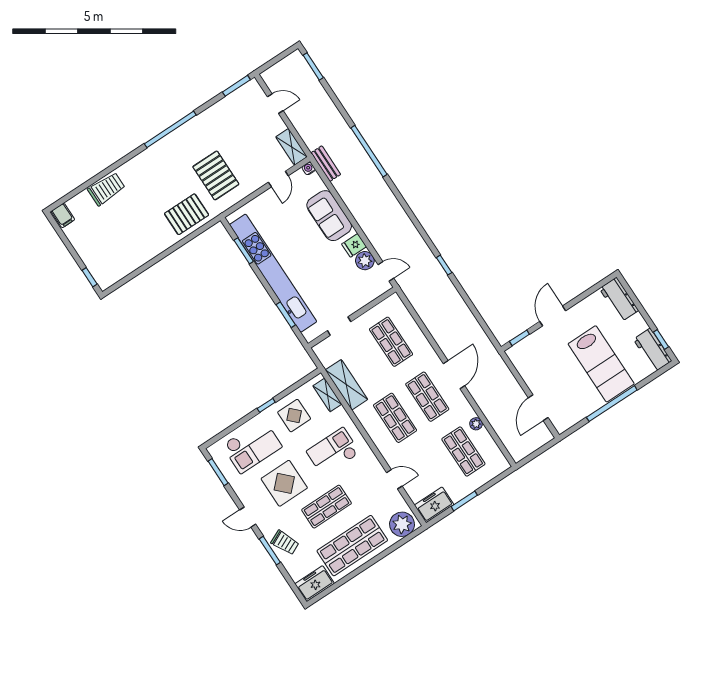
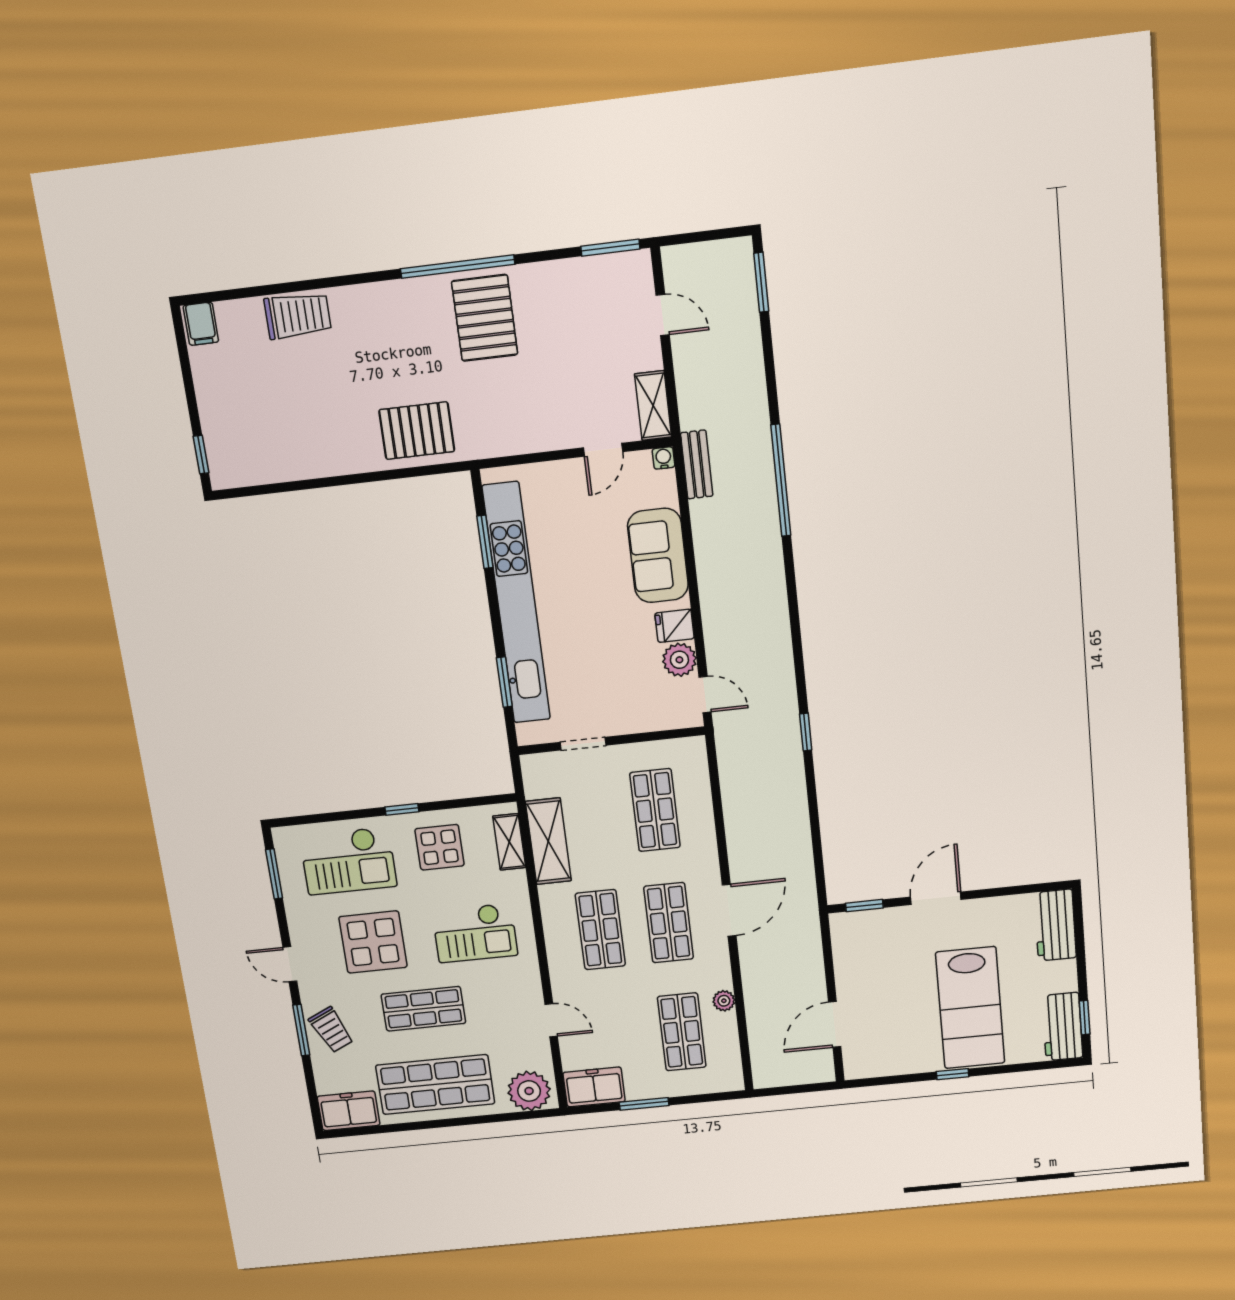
pallet: (216, 175) -> (485, 318), moved
window: (612, 404) -> (953, 1074), width x0.32
checkout: (333, 452) -> (475, 933), turned 180

